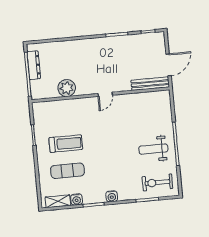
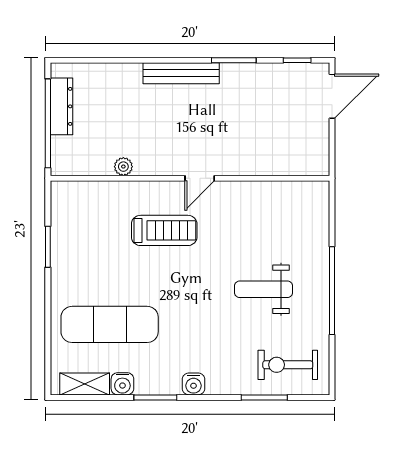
door: (169, 65) -> (332, 96), moved
bench: (150, 84) -> (181, 73), moved
plant: (67, 88) -> (123, 167), width x0.53, depth x0.53
treadmill: (66, 144) -> (164, 230), moved
weight bench: (153, 149) -> (264, 289), moved
exercise mat: (67, 171) -> (110, 324), width x1.36, depth x1.45

